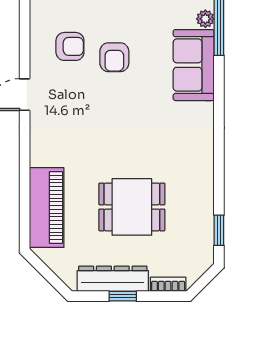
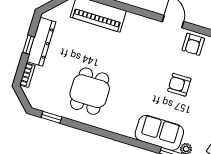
armchair: (70, 46) -> (193, 44), moved
dining table: (132, 207) -> (90, 91), moved

